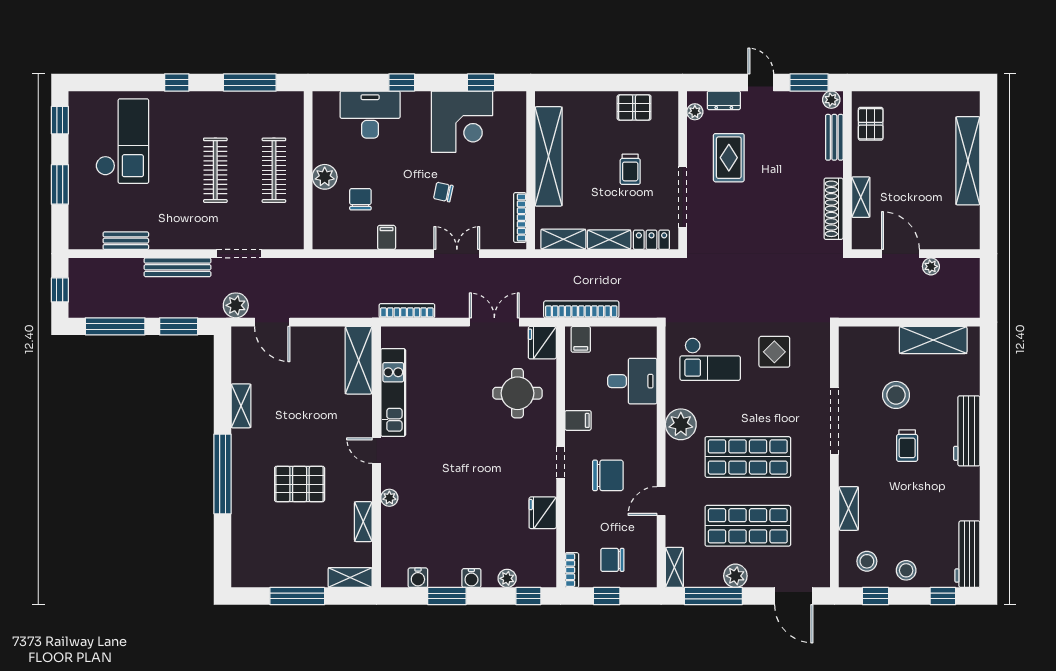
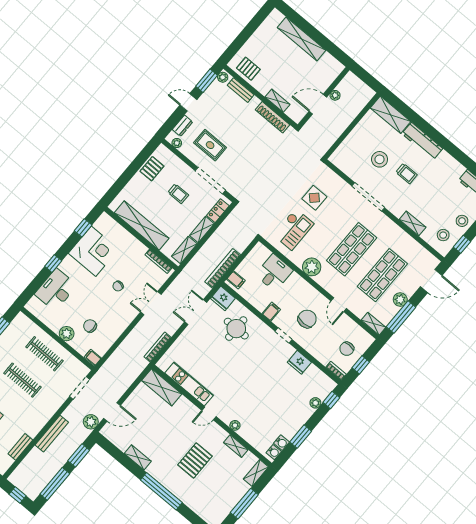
filing cabinet: (387, 237) -> (93, 358), moved
doorway: (239, 254) -> (80, 388), moved
shelving: (933, 340) -> (390, 115), moved, turned 90
water cooler: (471, 578) -> (274, 452), moved

